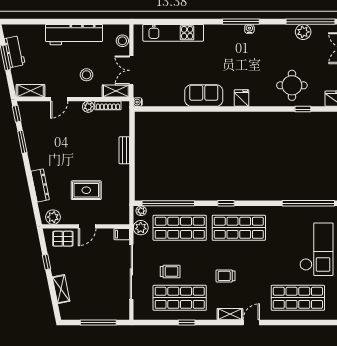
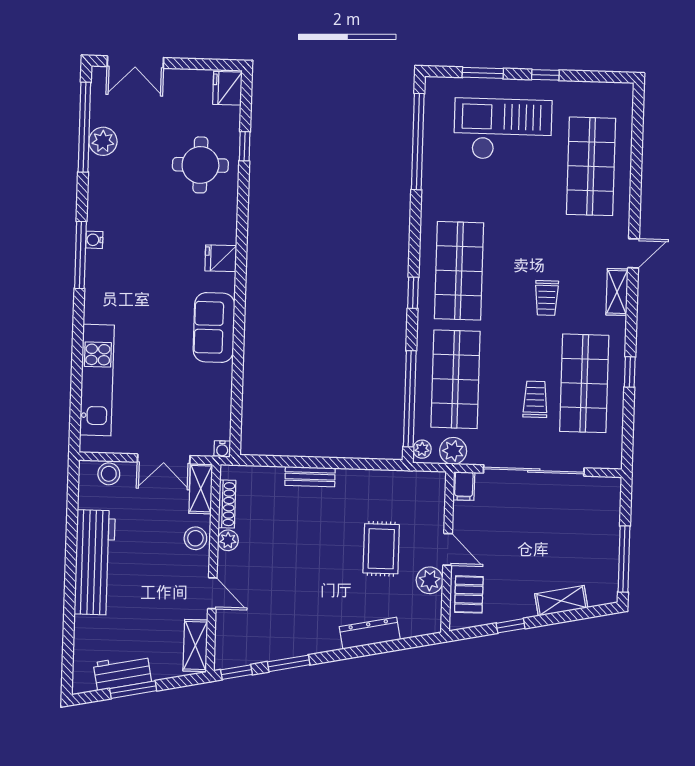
stool: (86, 75) -> (195, 538), moved
plant: (53, 217) -> (430, 580), moved
window: (98, 322) -> (624, 559), moved
door: (251, 322) -> (634, 253), swing flipped

